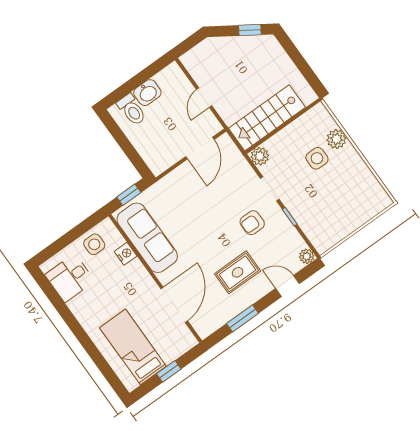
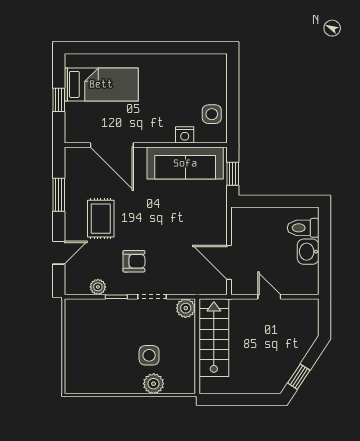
armchair: (252, 223) -> (134, 261), turned 90
plant: (307, 256) -> (98, 287), moved
desk: (70, 278) -> (198, 73), removed

